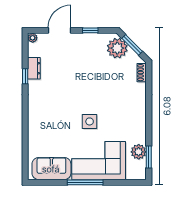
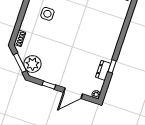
side table: (90, 121) -> (47, 14), moved

